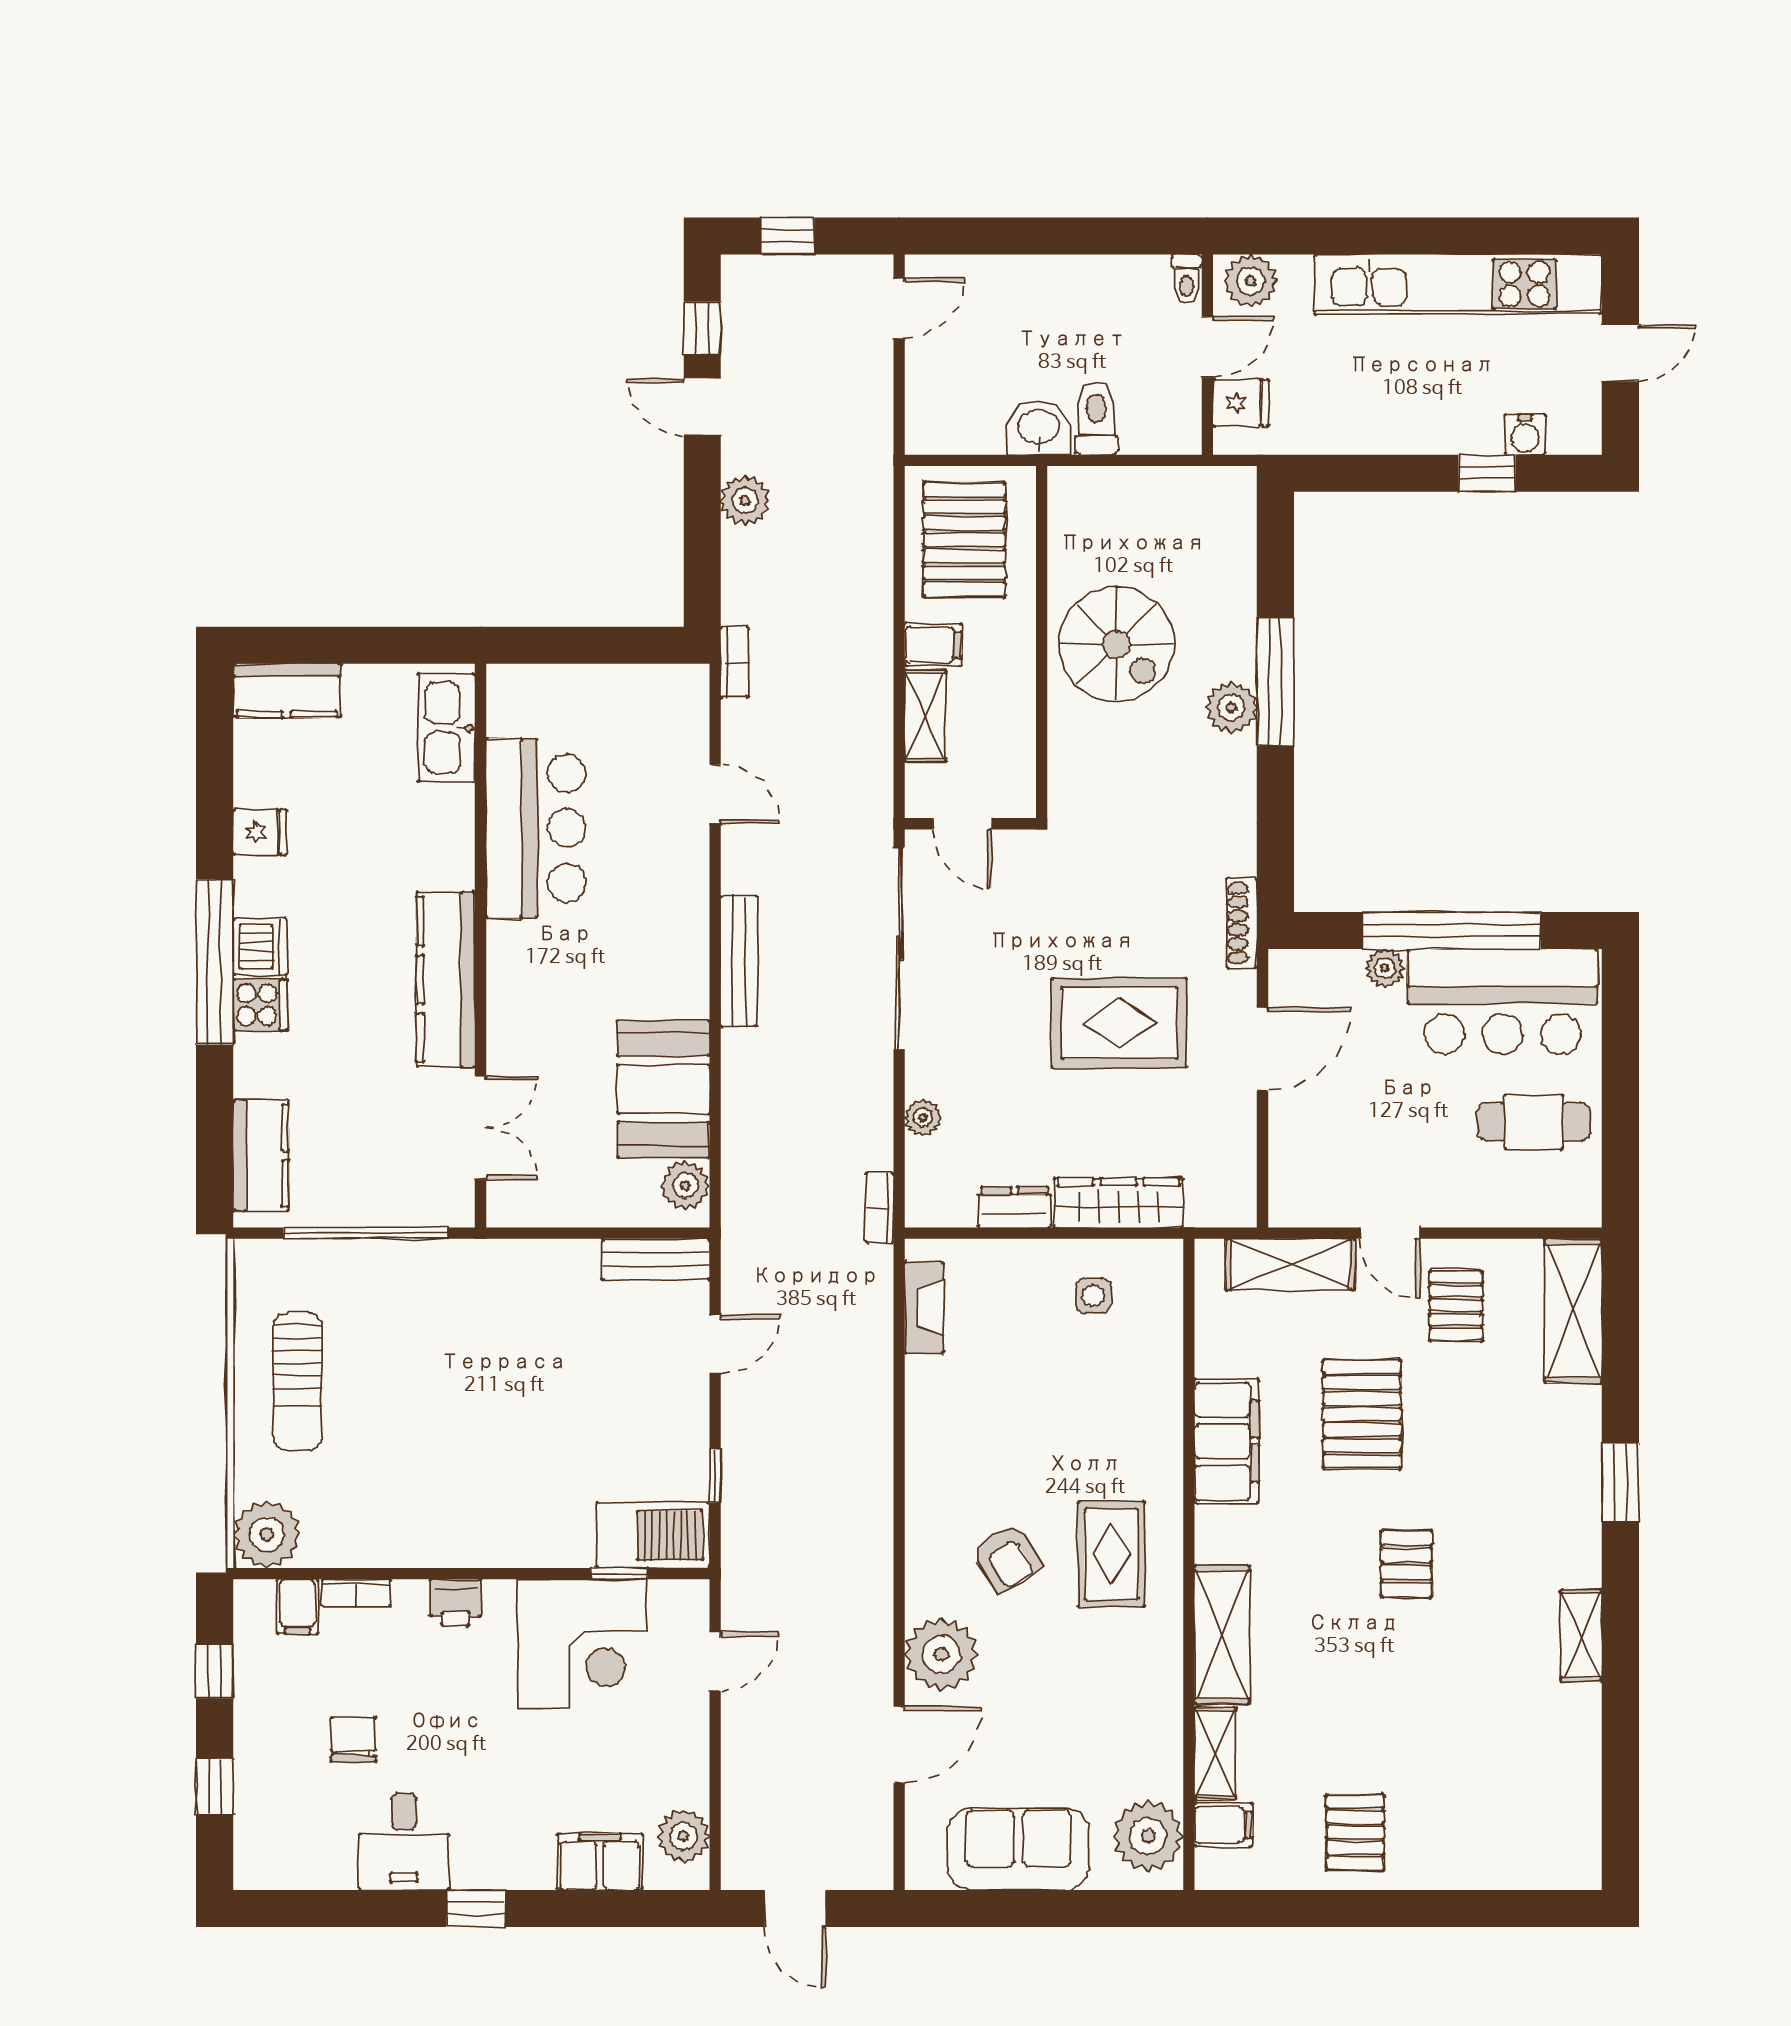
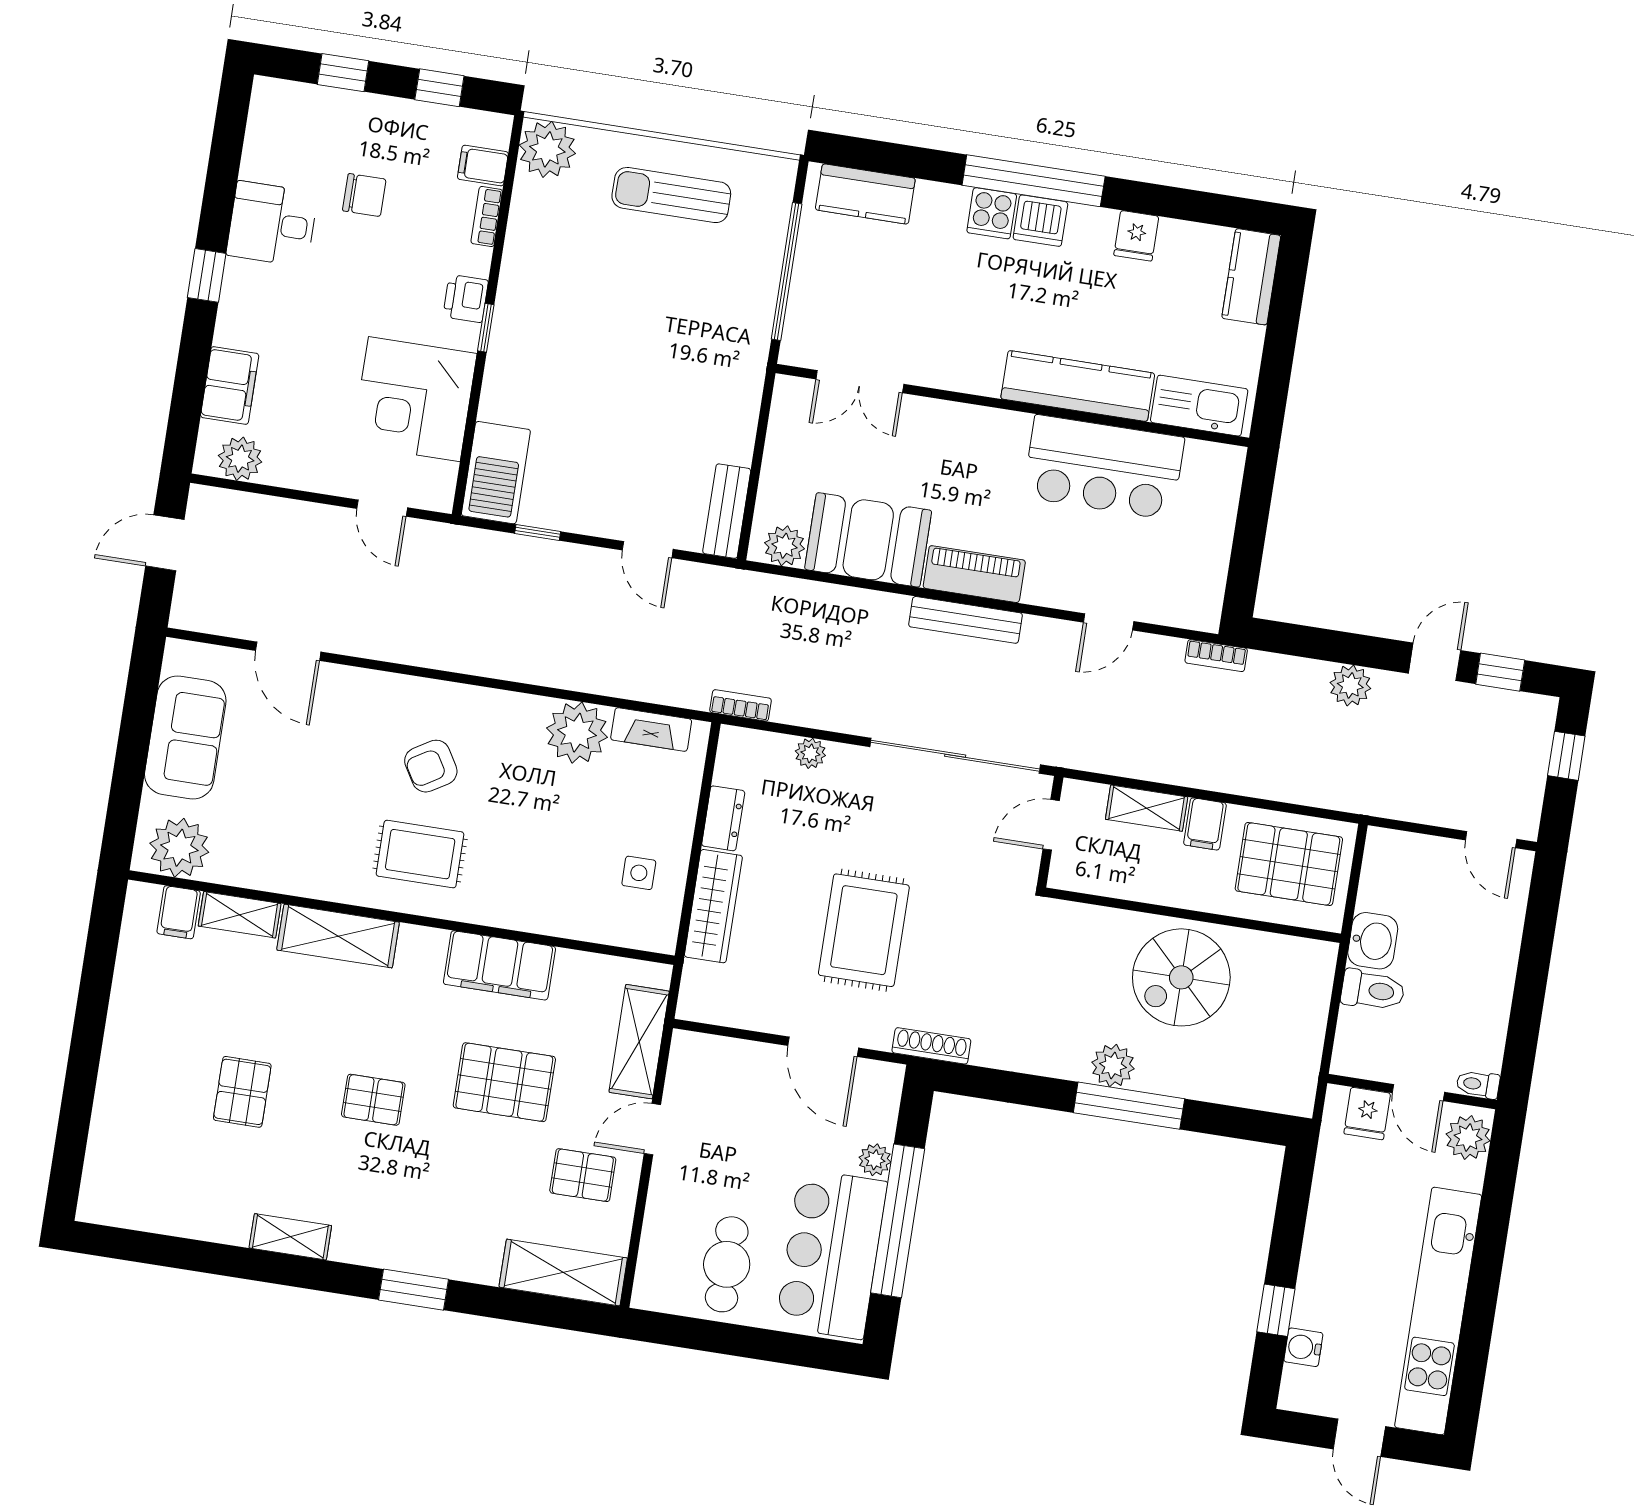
piano: (684, 959) -> (974, 574), added
kitchen counter: (446, 979) -> (1078, 386), moved
window: (619, 1574) -> (486, 328), moved
plant: (941, 1654) -> (577, 733), moved
pallet: (1355, 1832) -> (242, 1092), moved, turned 90

